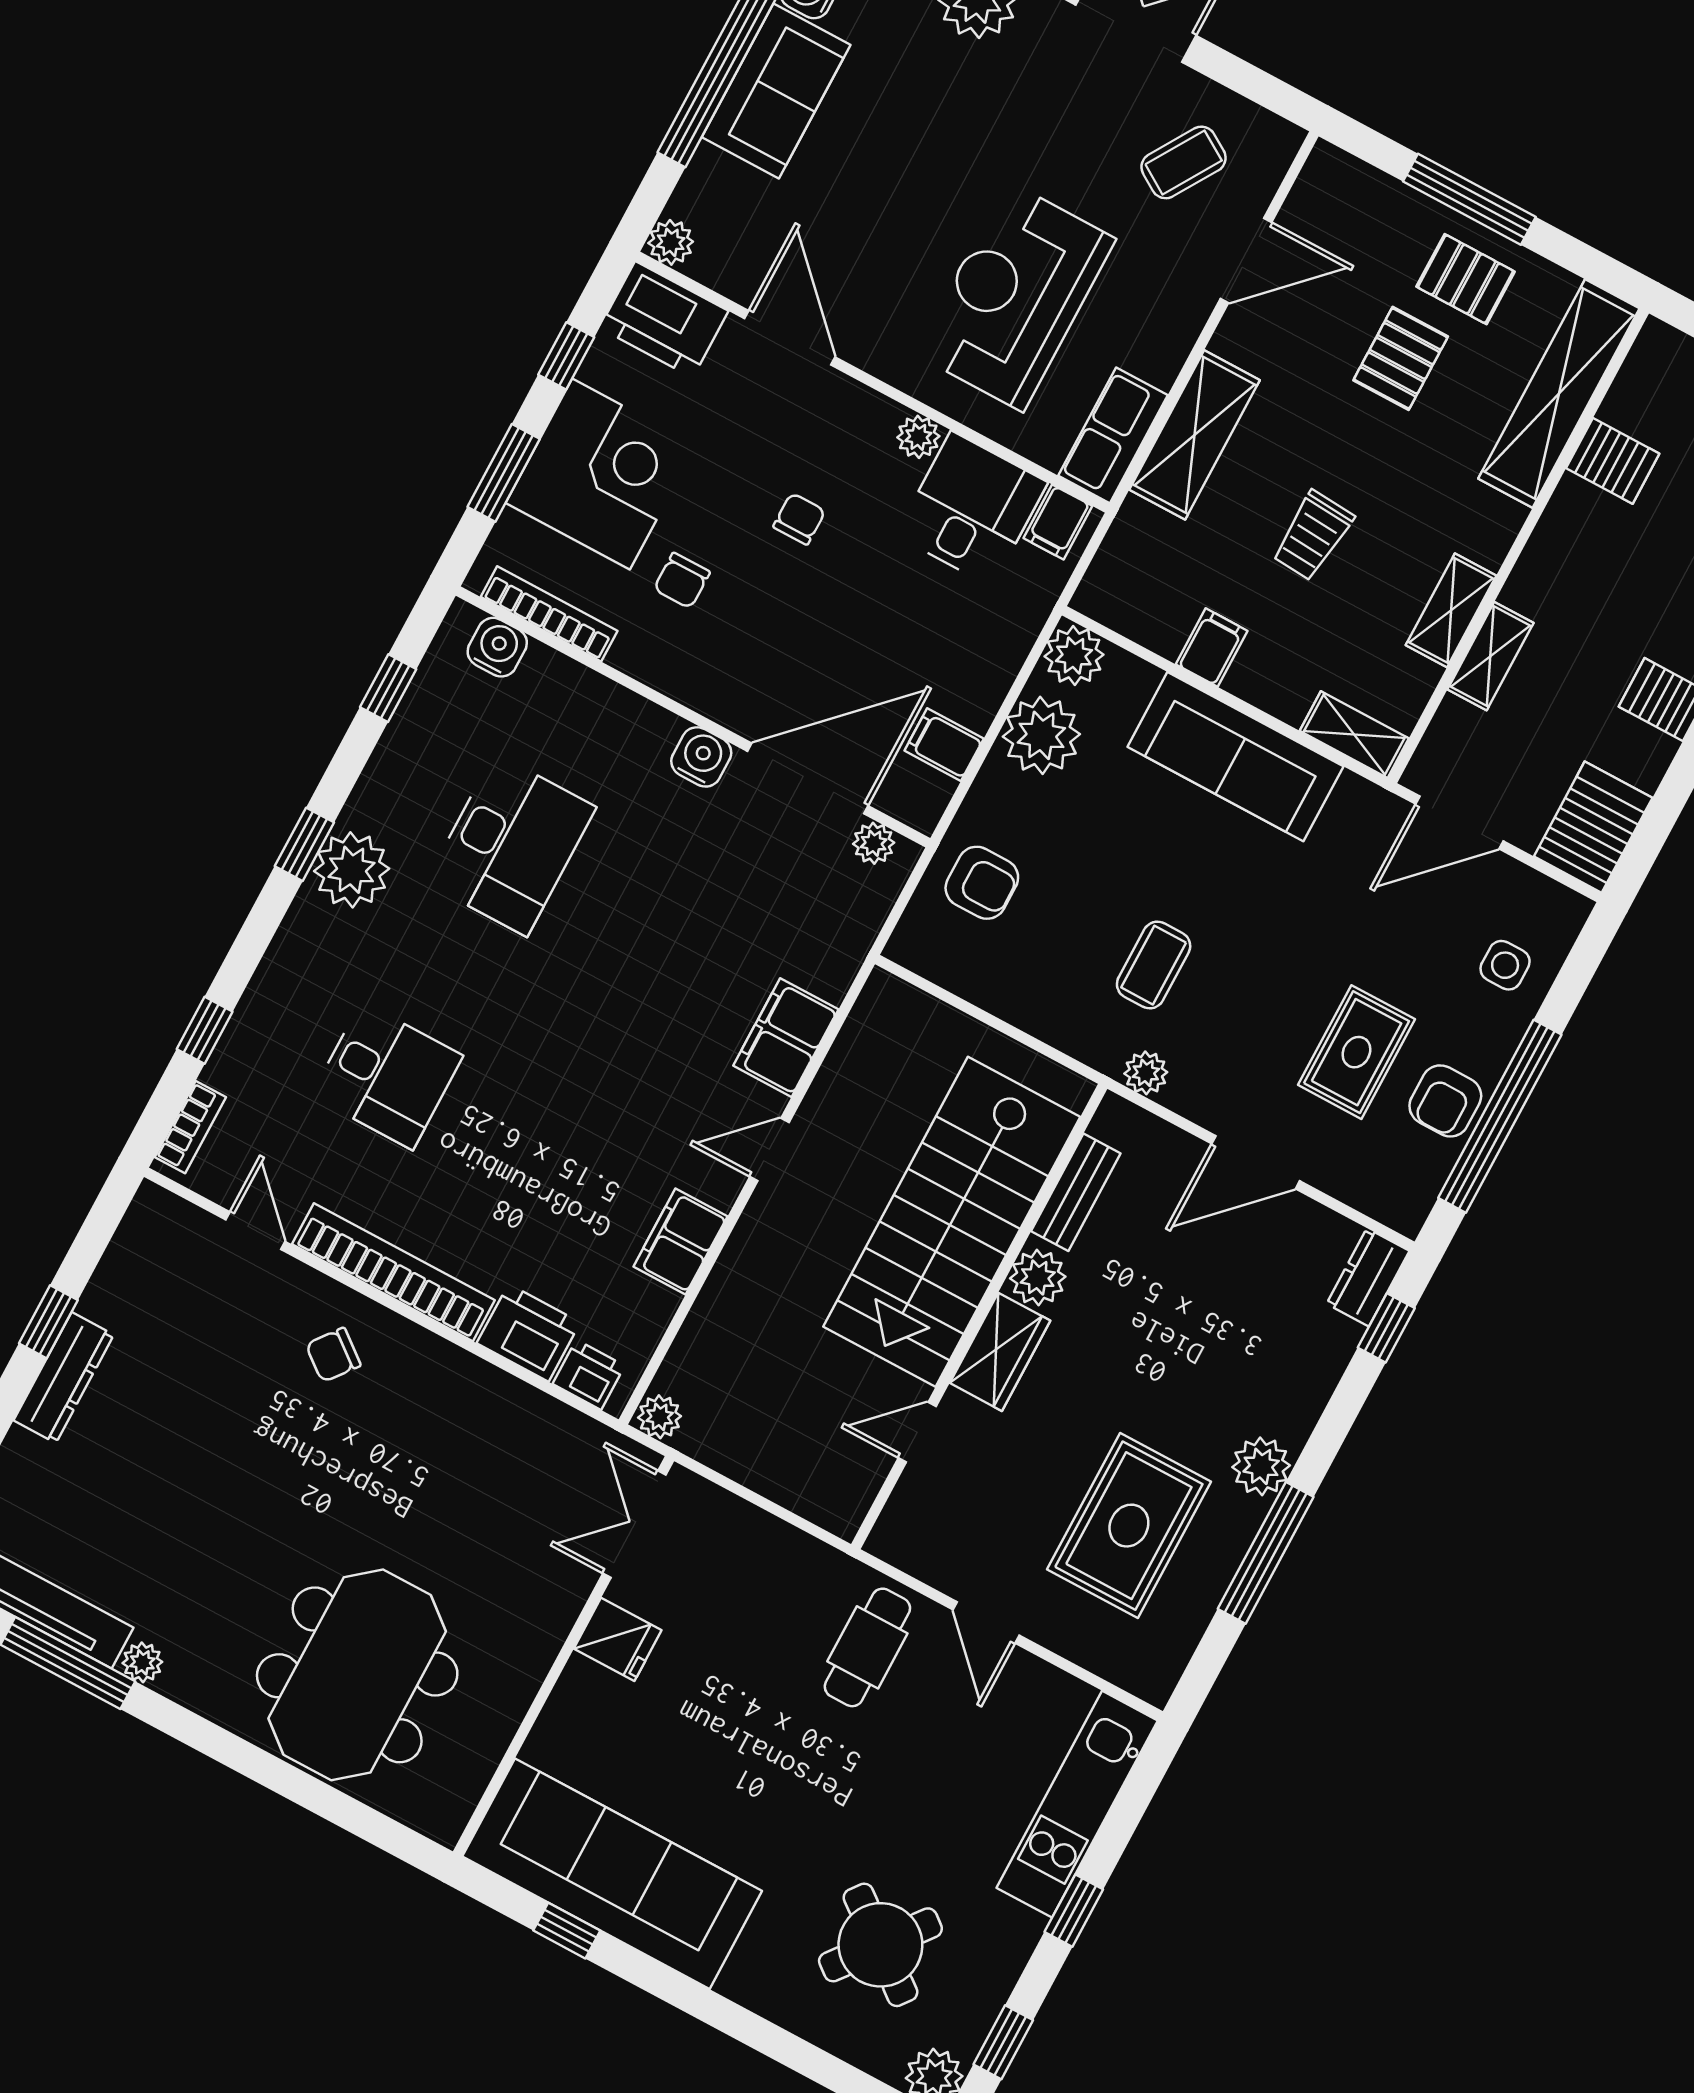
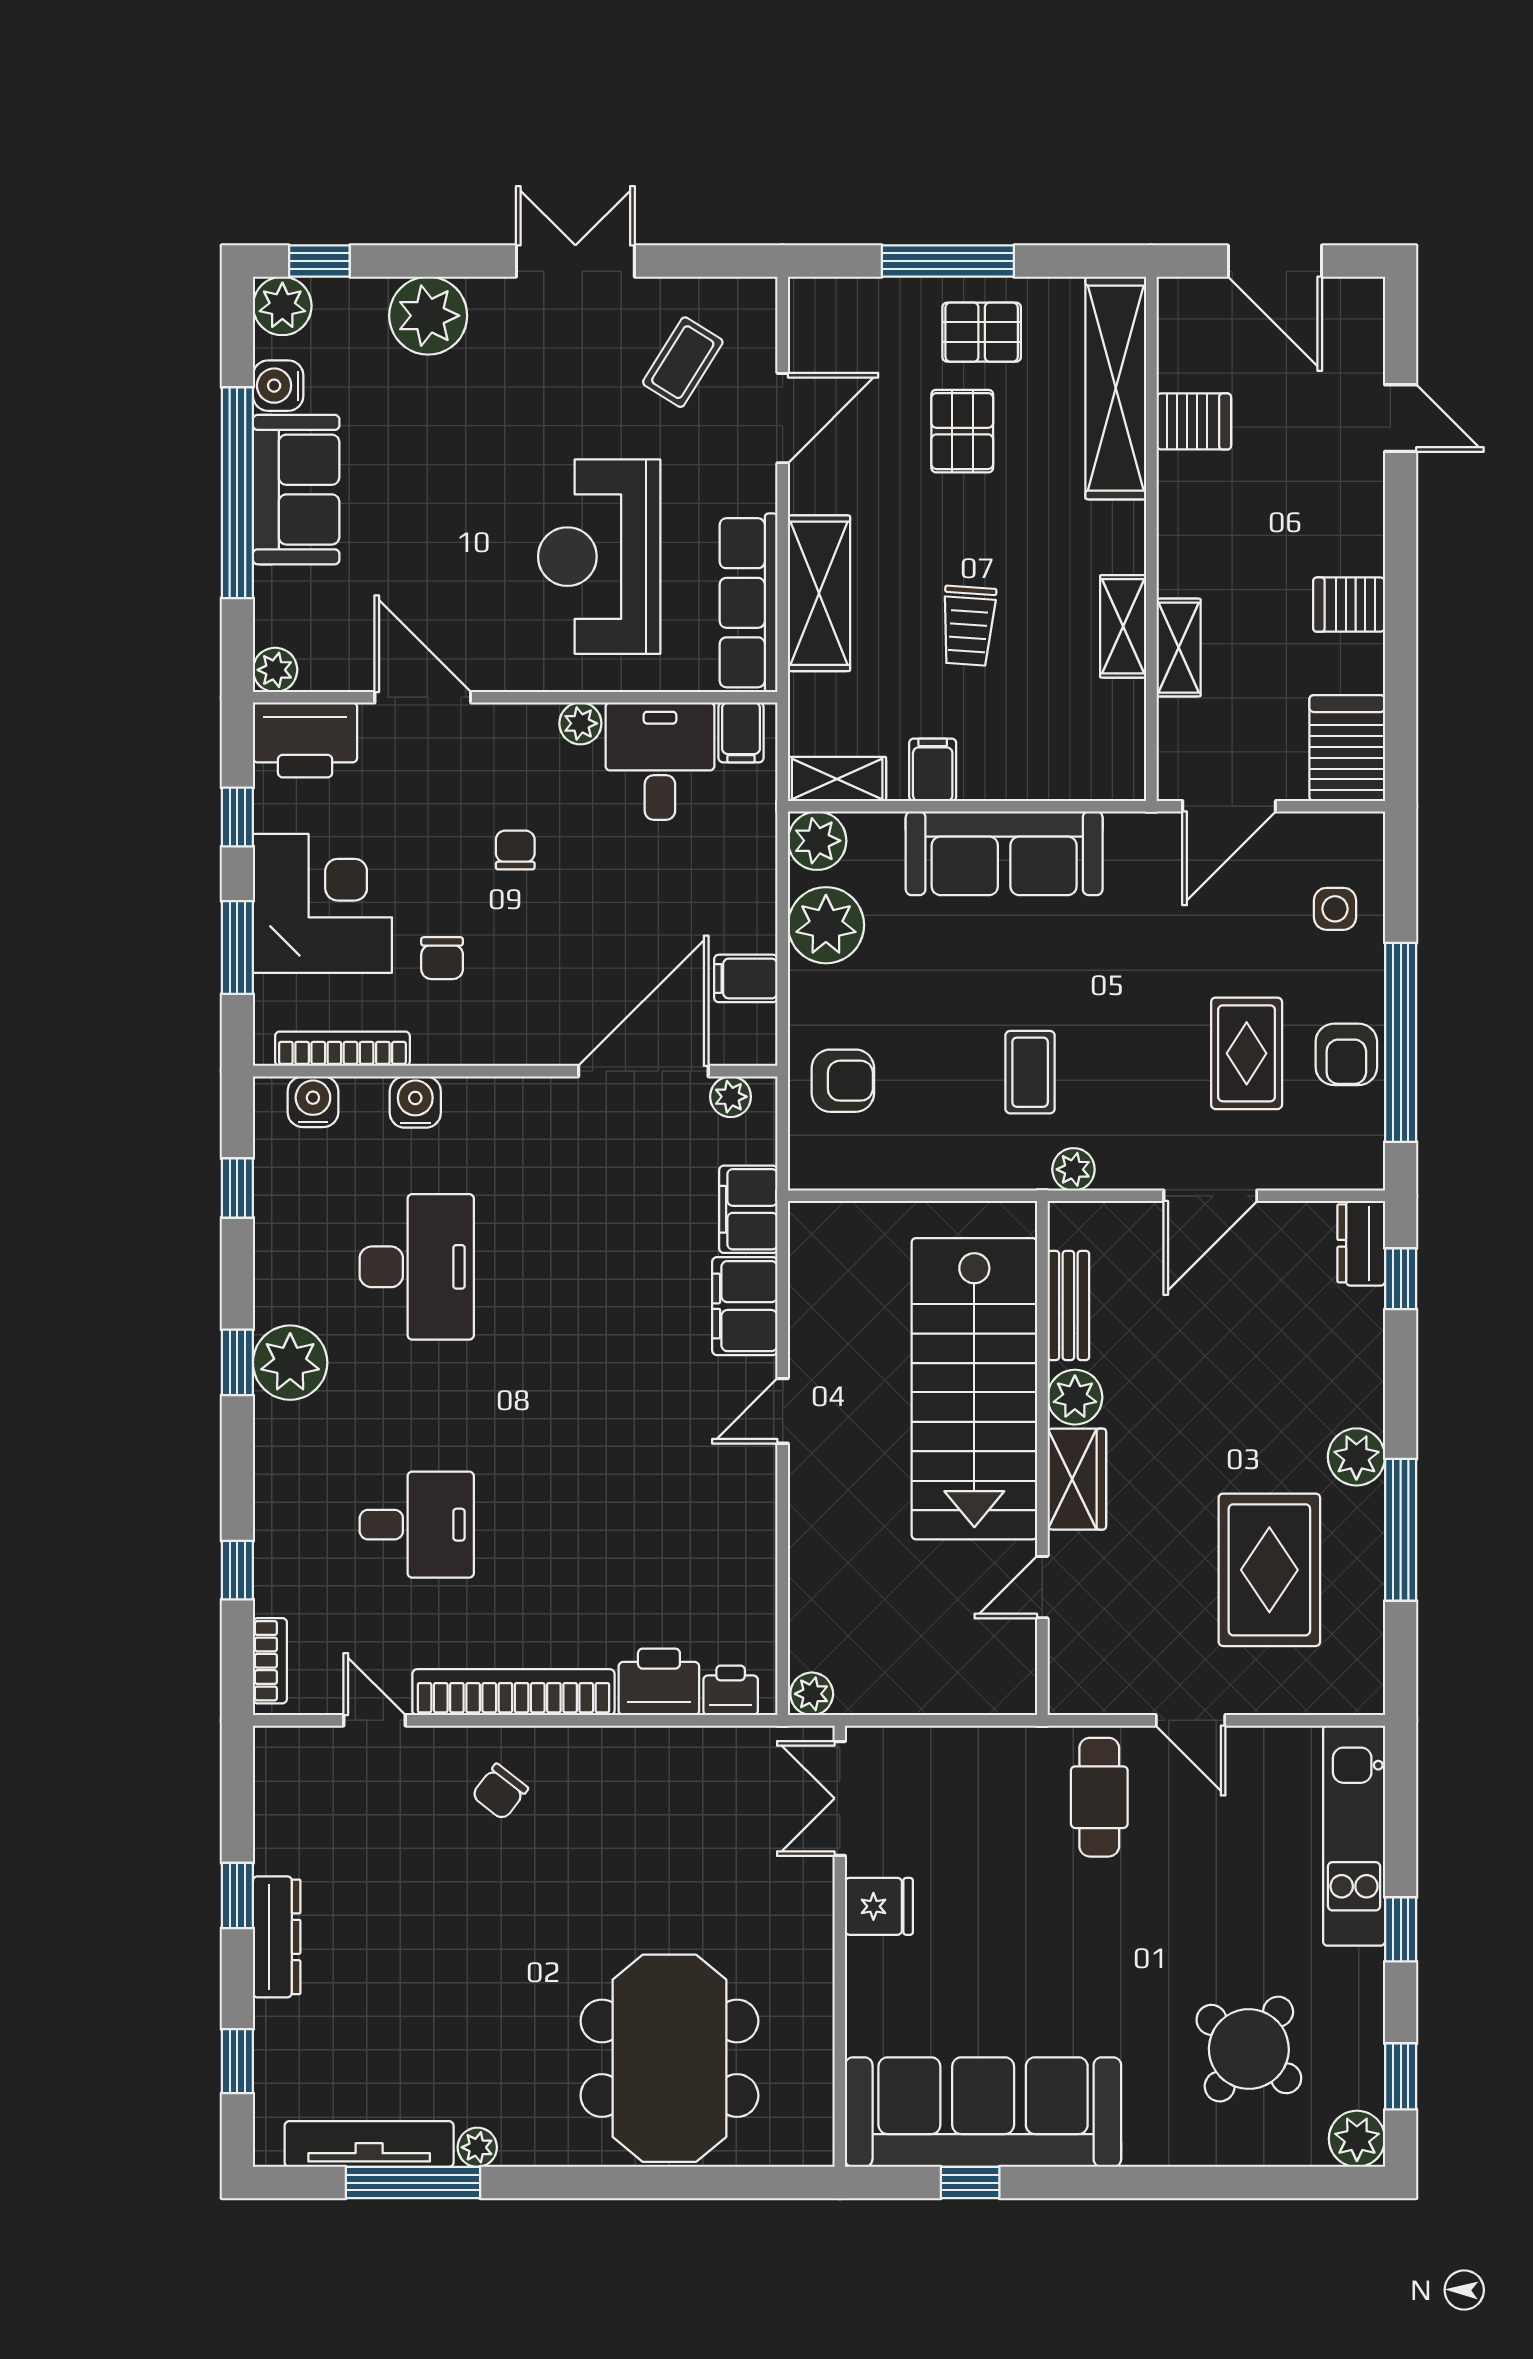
row of seats: (1113, 435) -> (749, 603), width x1.48
shelving: (1354, 735) -> (837, 779), moved
water cooler: (701, 757) -> (415, 1102), moved
filing cabinet: (681, 1241) -> (748, 1209), moved

